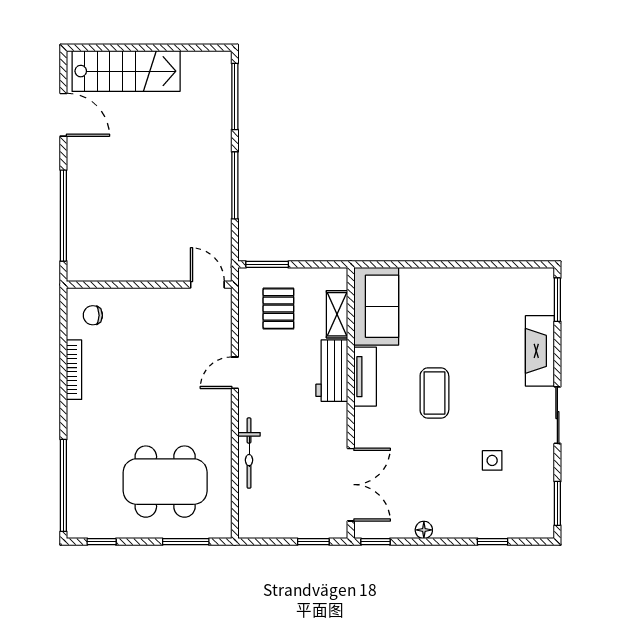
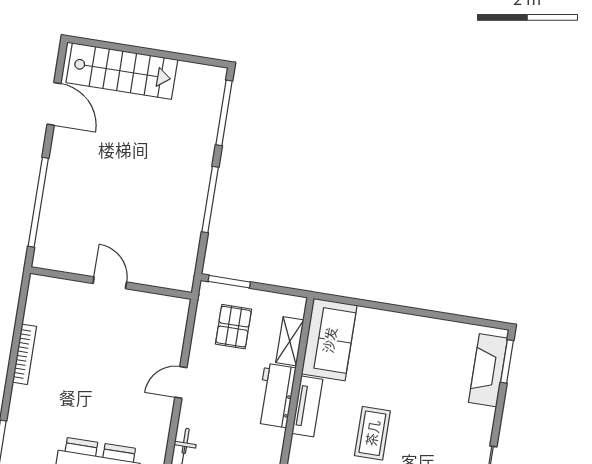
door: (207, 285) -> (110, 283), moved
chair: (93, 315) -> (51, 304), removed
fireplace: (540, 351) -> (488, 370), moved

